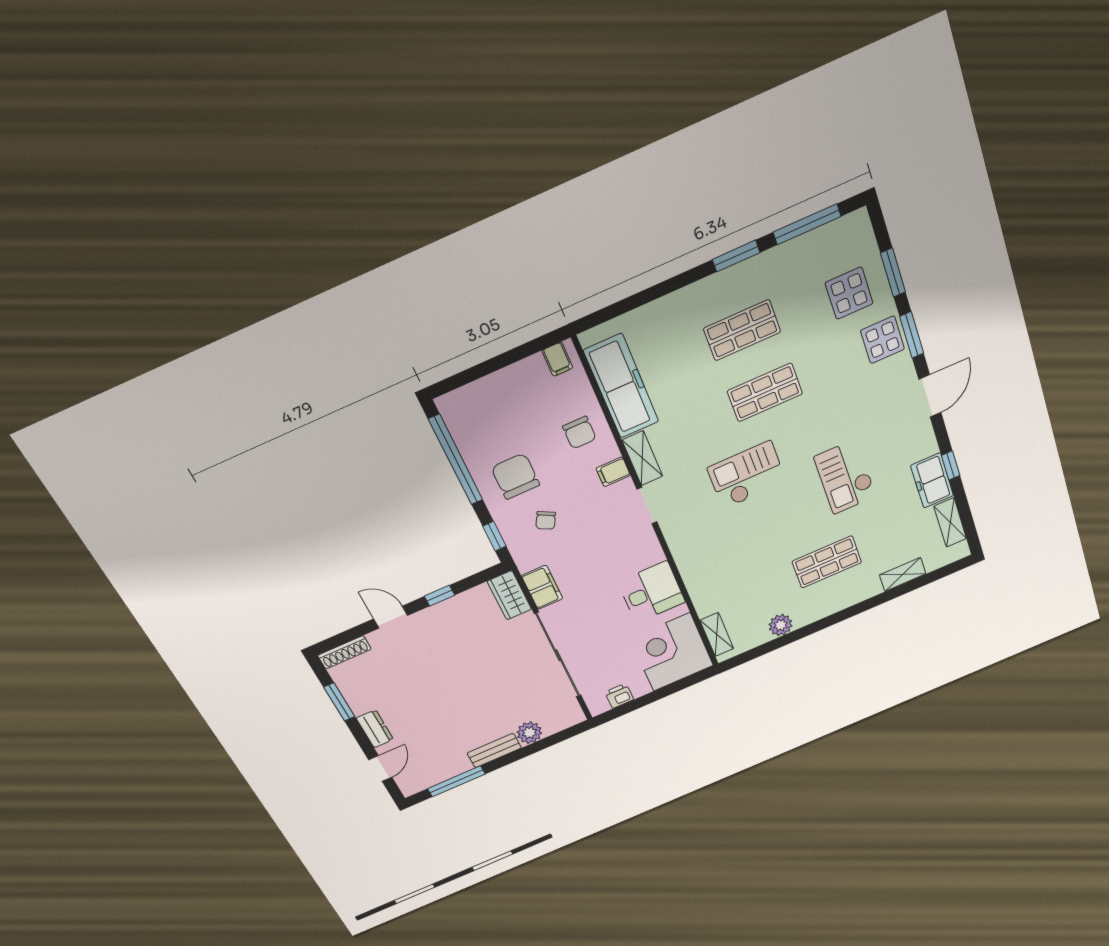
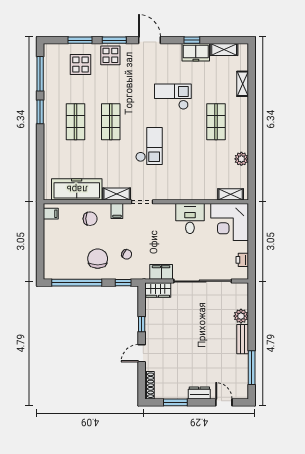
checkout: (747, 475) -> (149, 146), turned 180
chair: (515, 476) -> (98, 259), turned 90
checkout: (845, 477) -> (173, 97), turned 180

